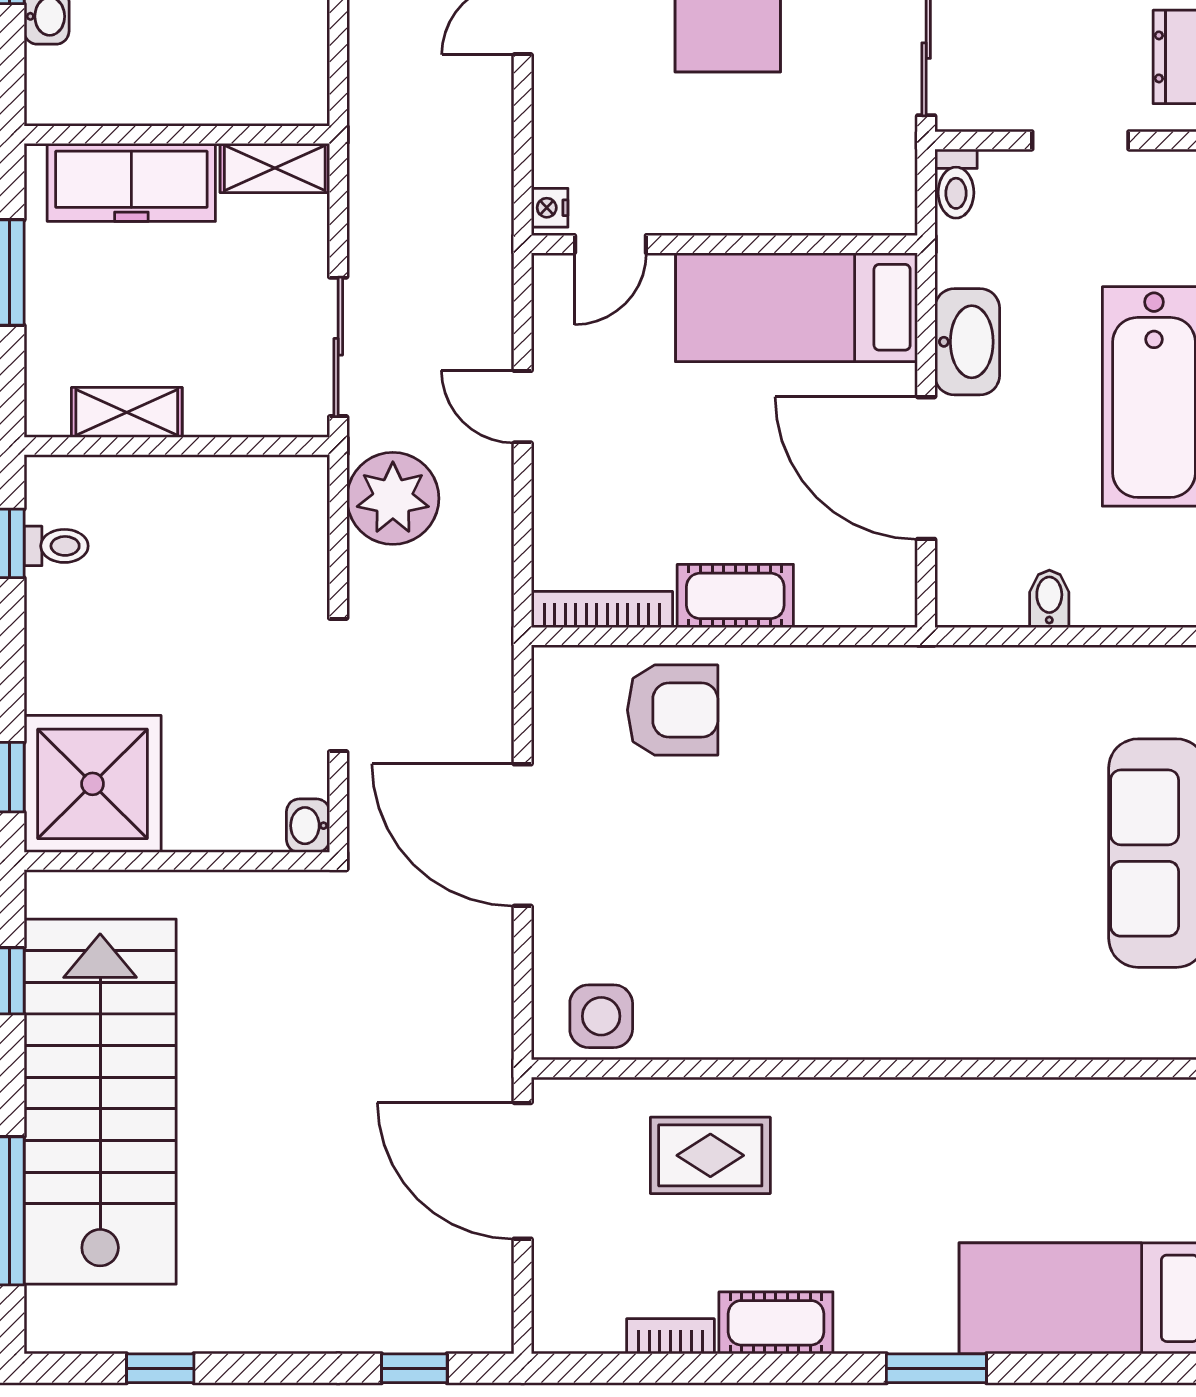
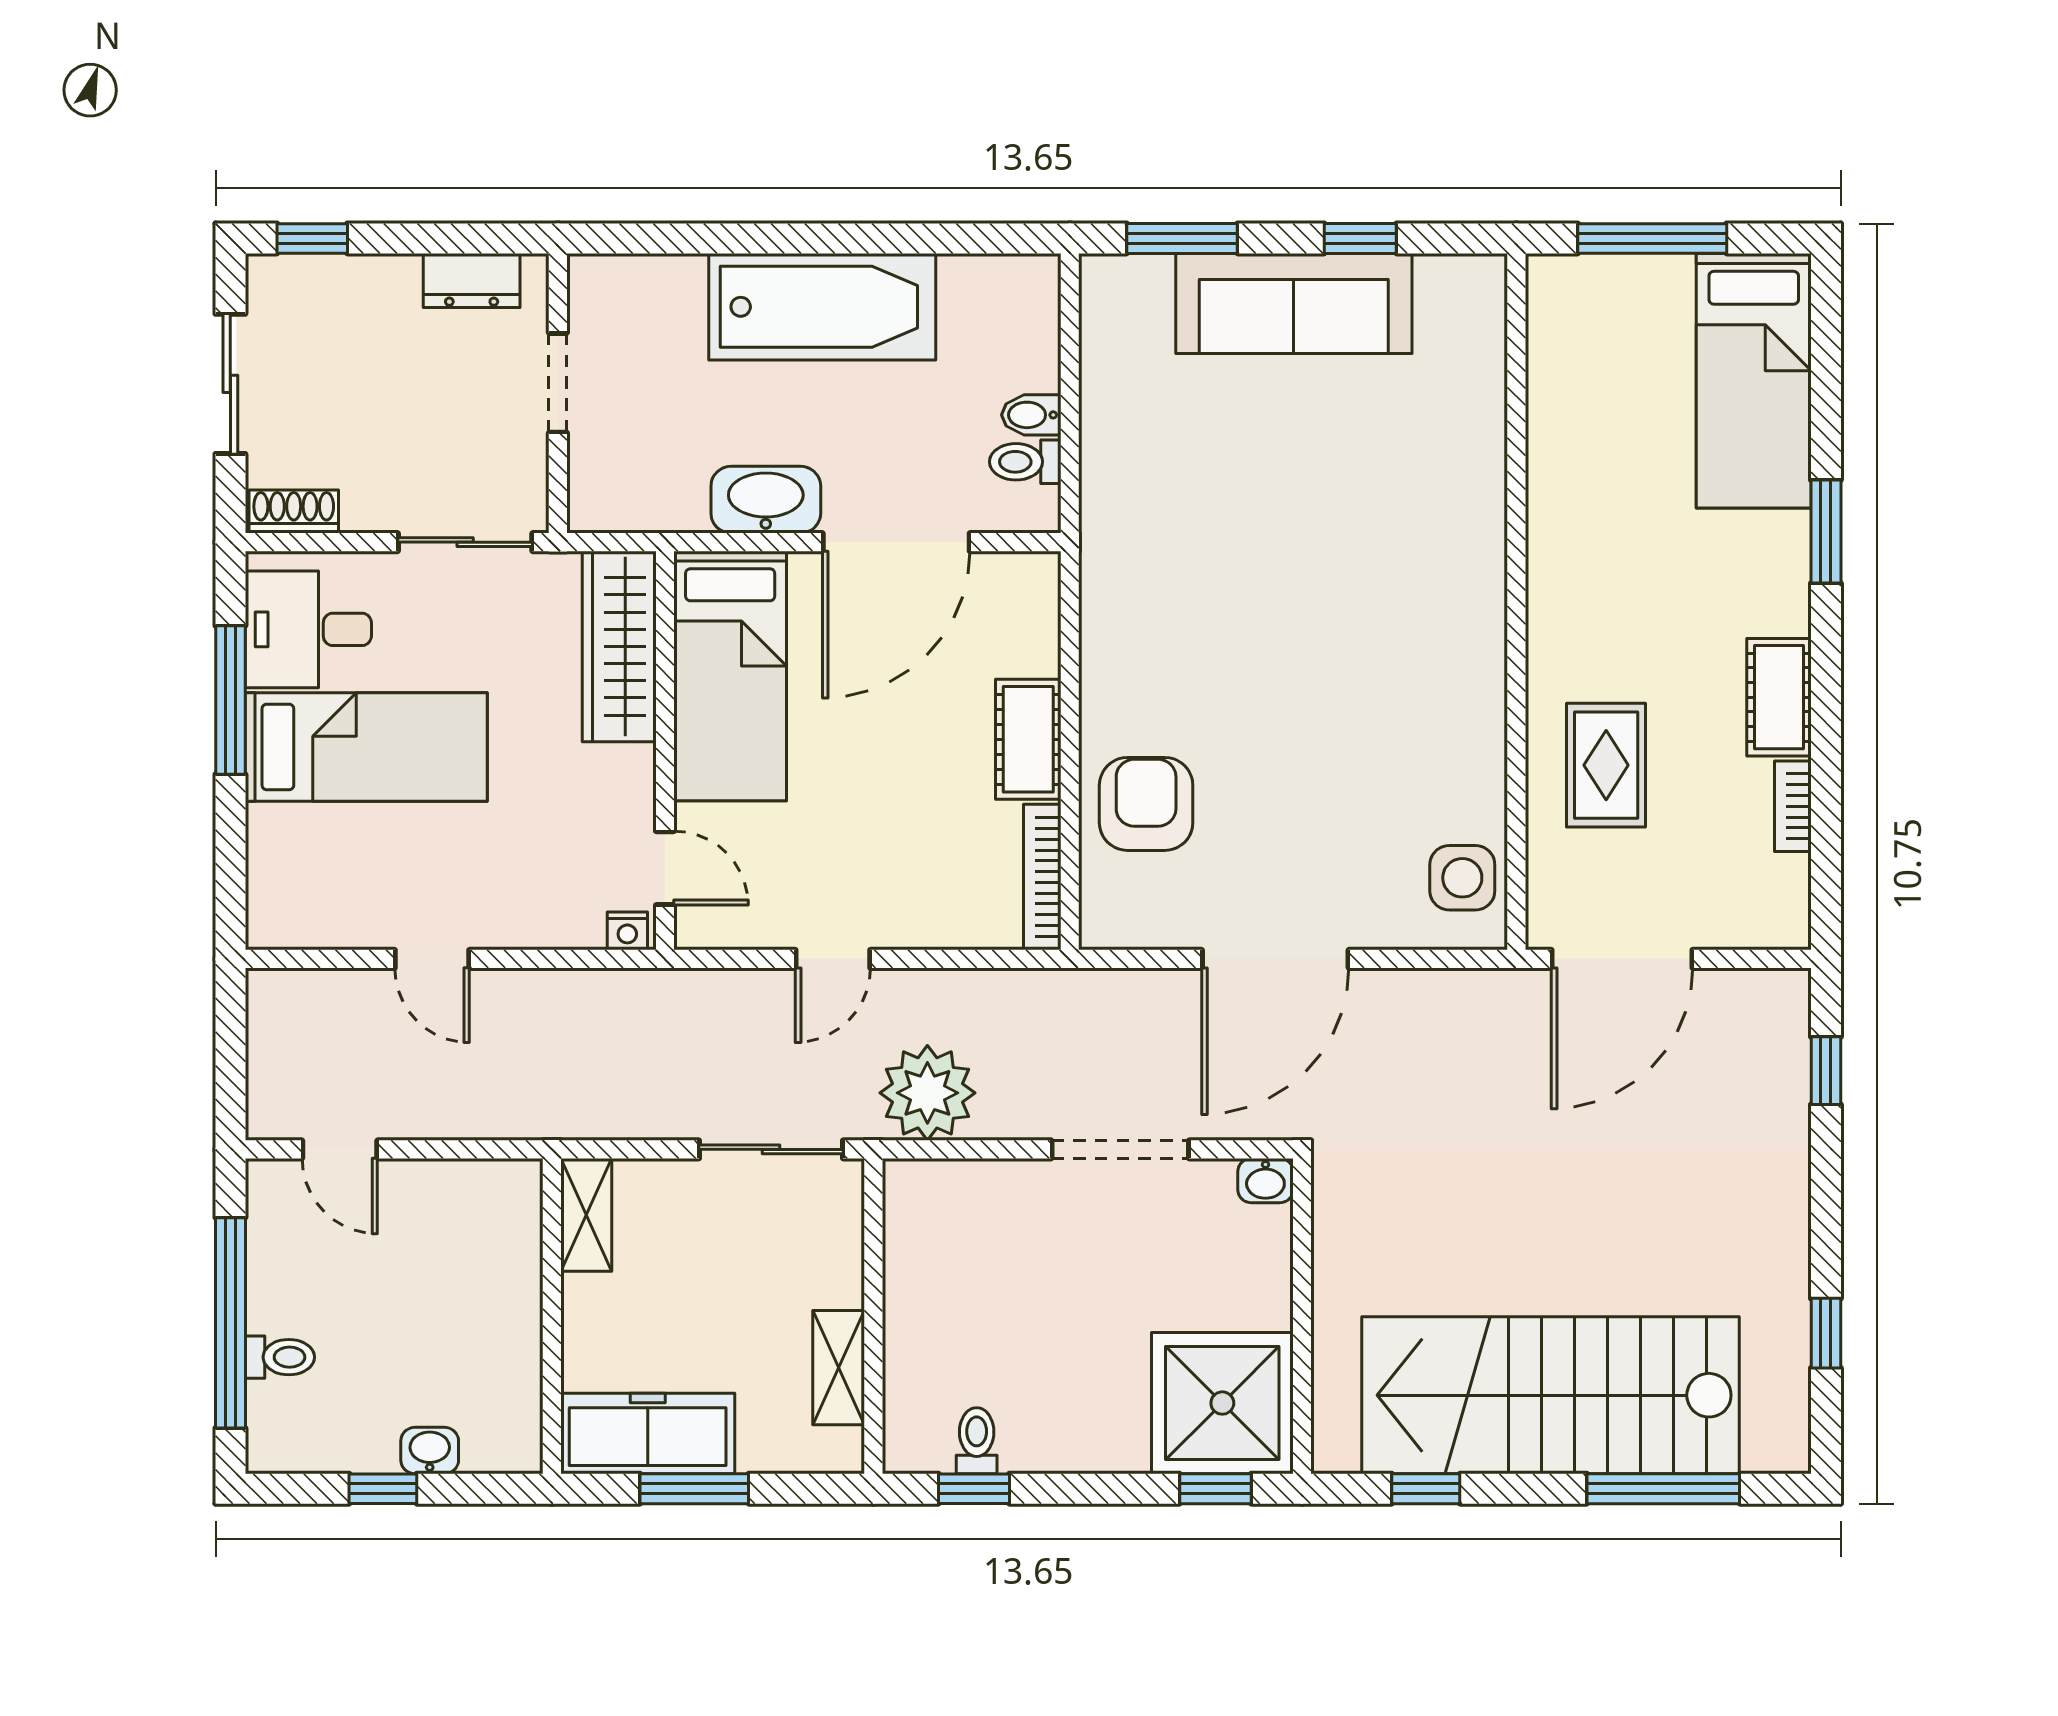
freezer: (131, 182) -> (648, 1433), moved, turned -90
toilet: (956, 184) -> (1025, 462), moved, turned 180
wardrobe: (825, 200) -> (619, 646), added

